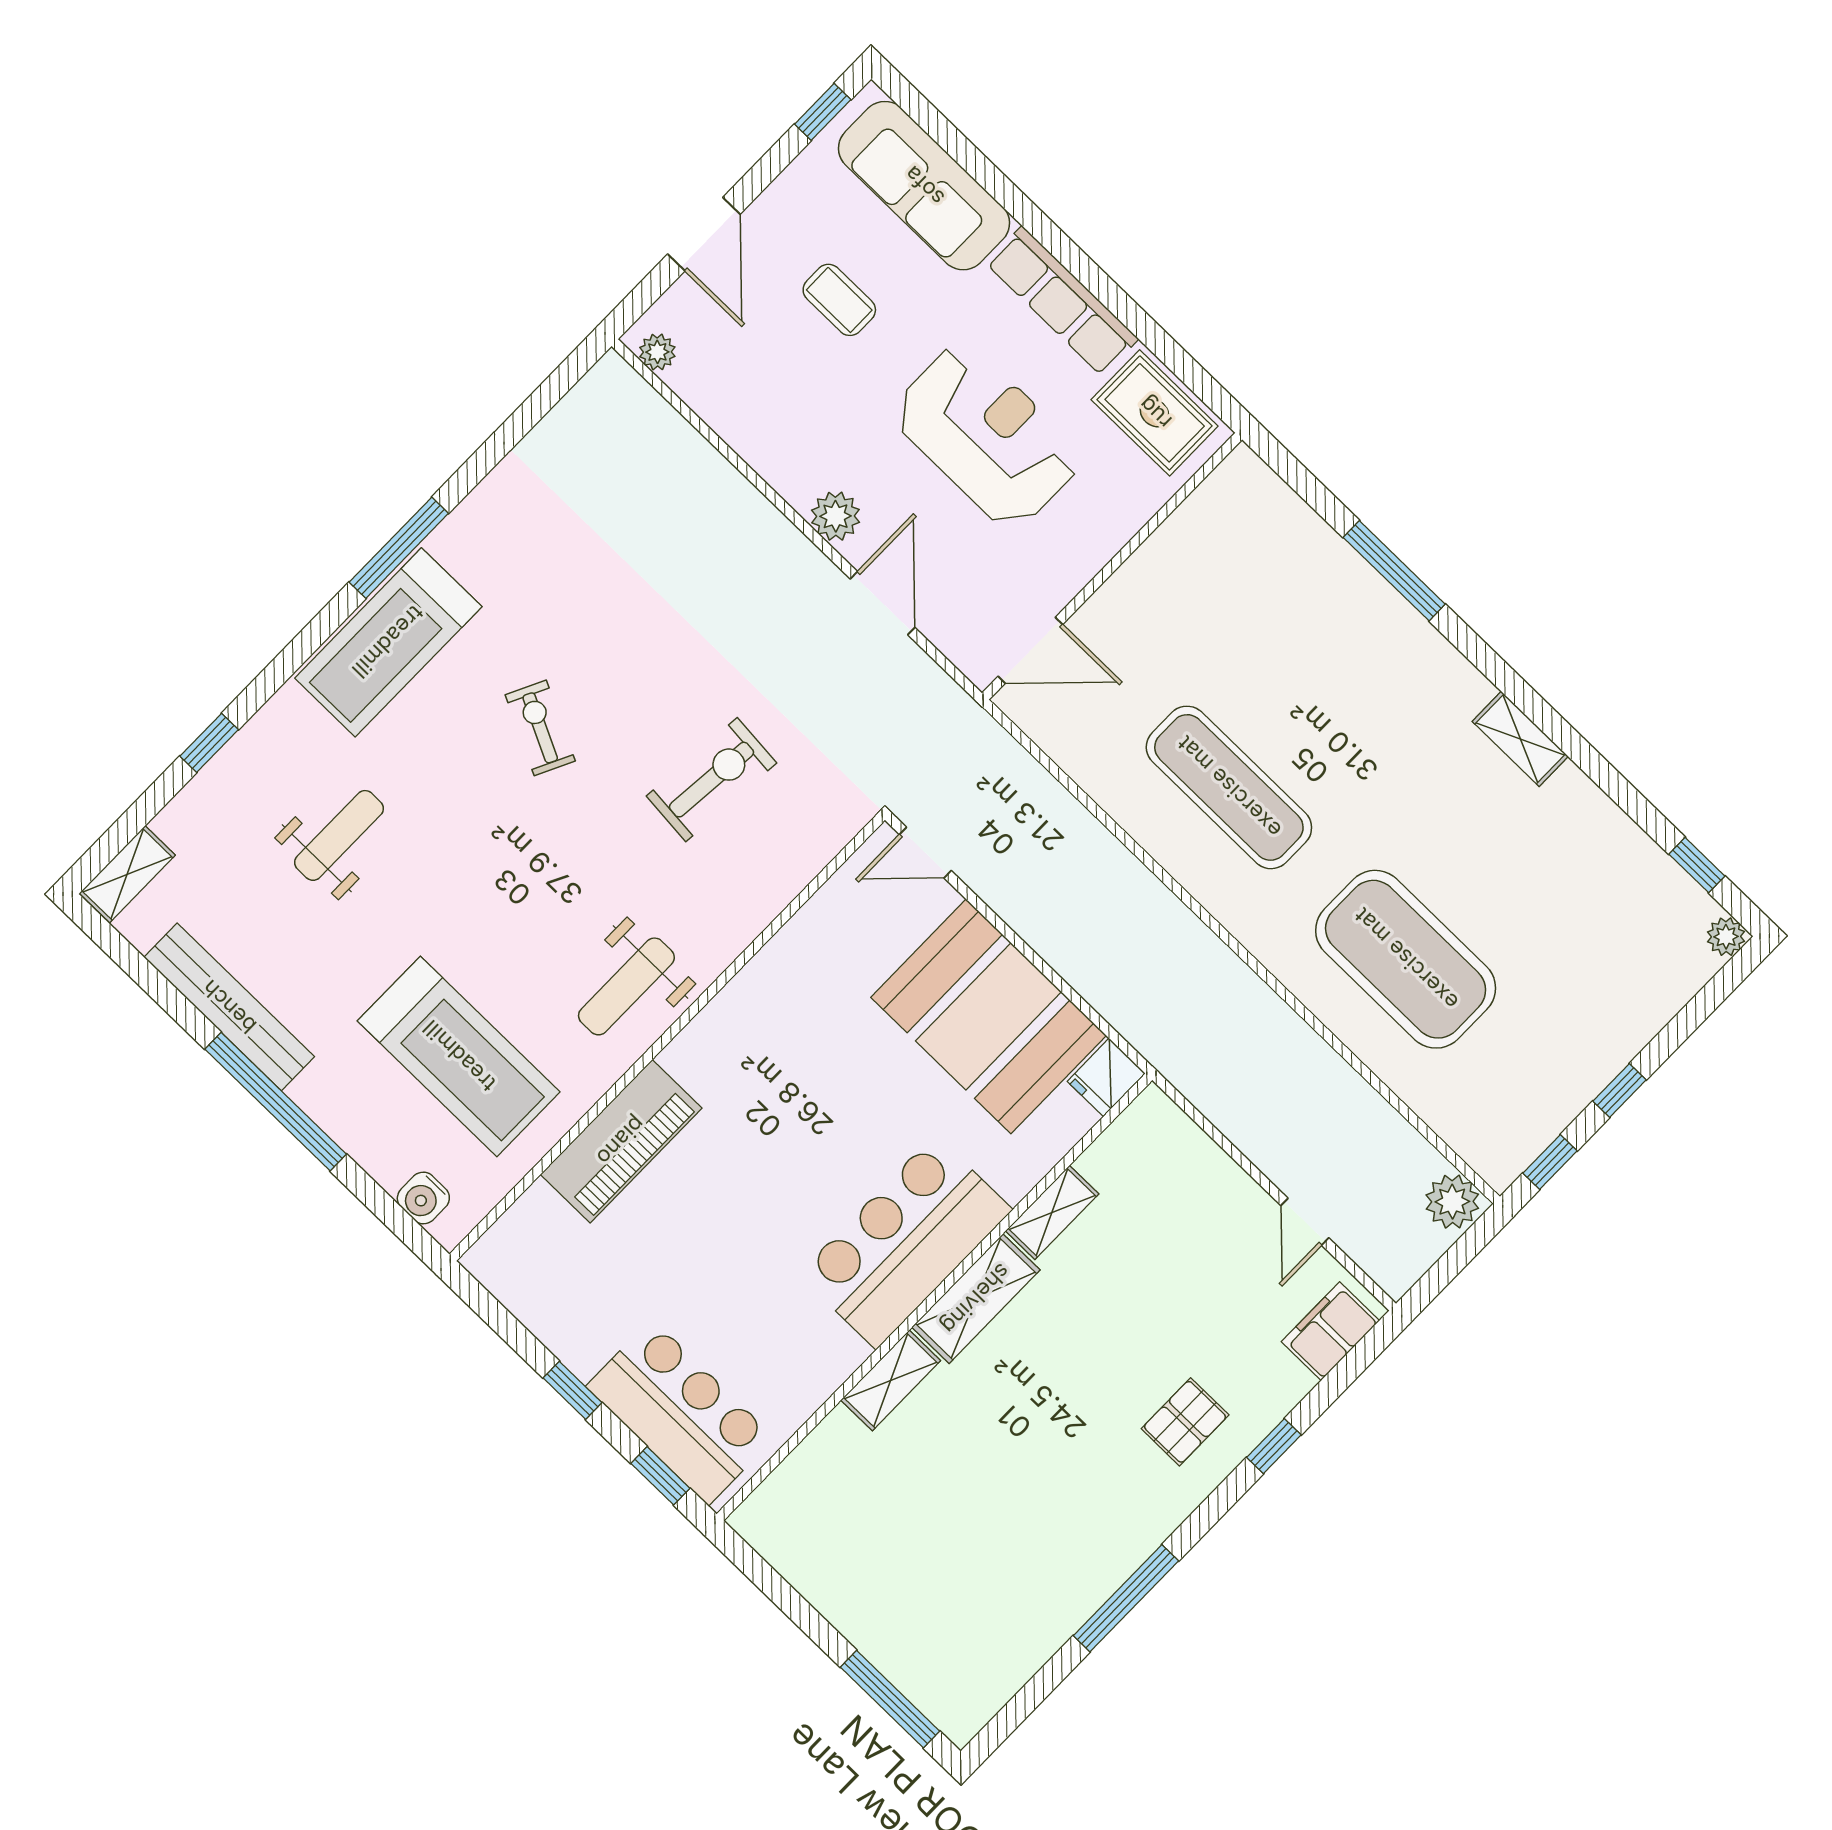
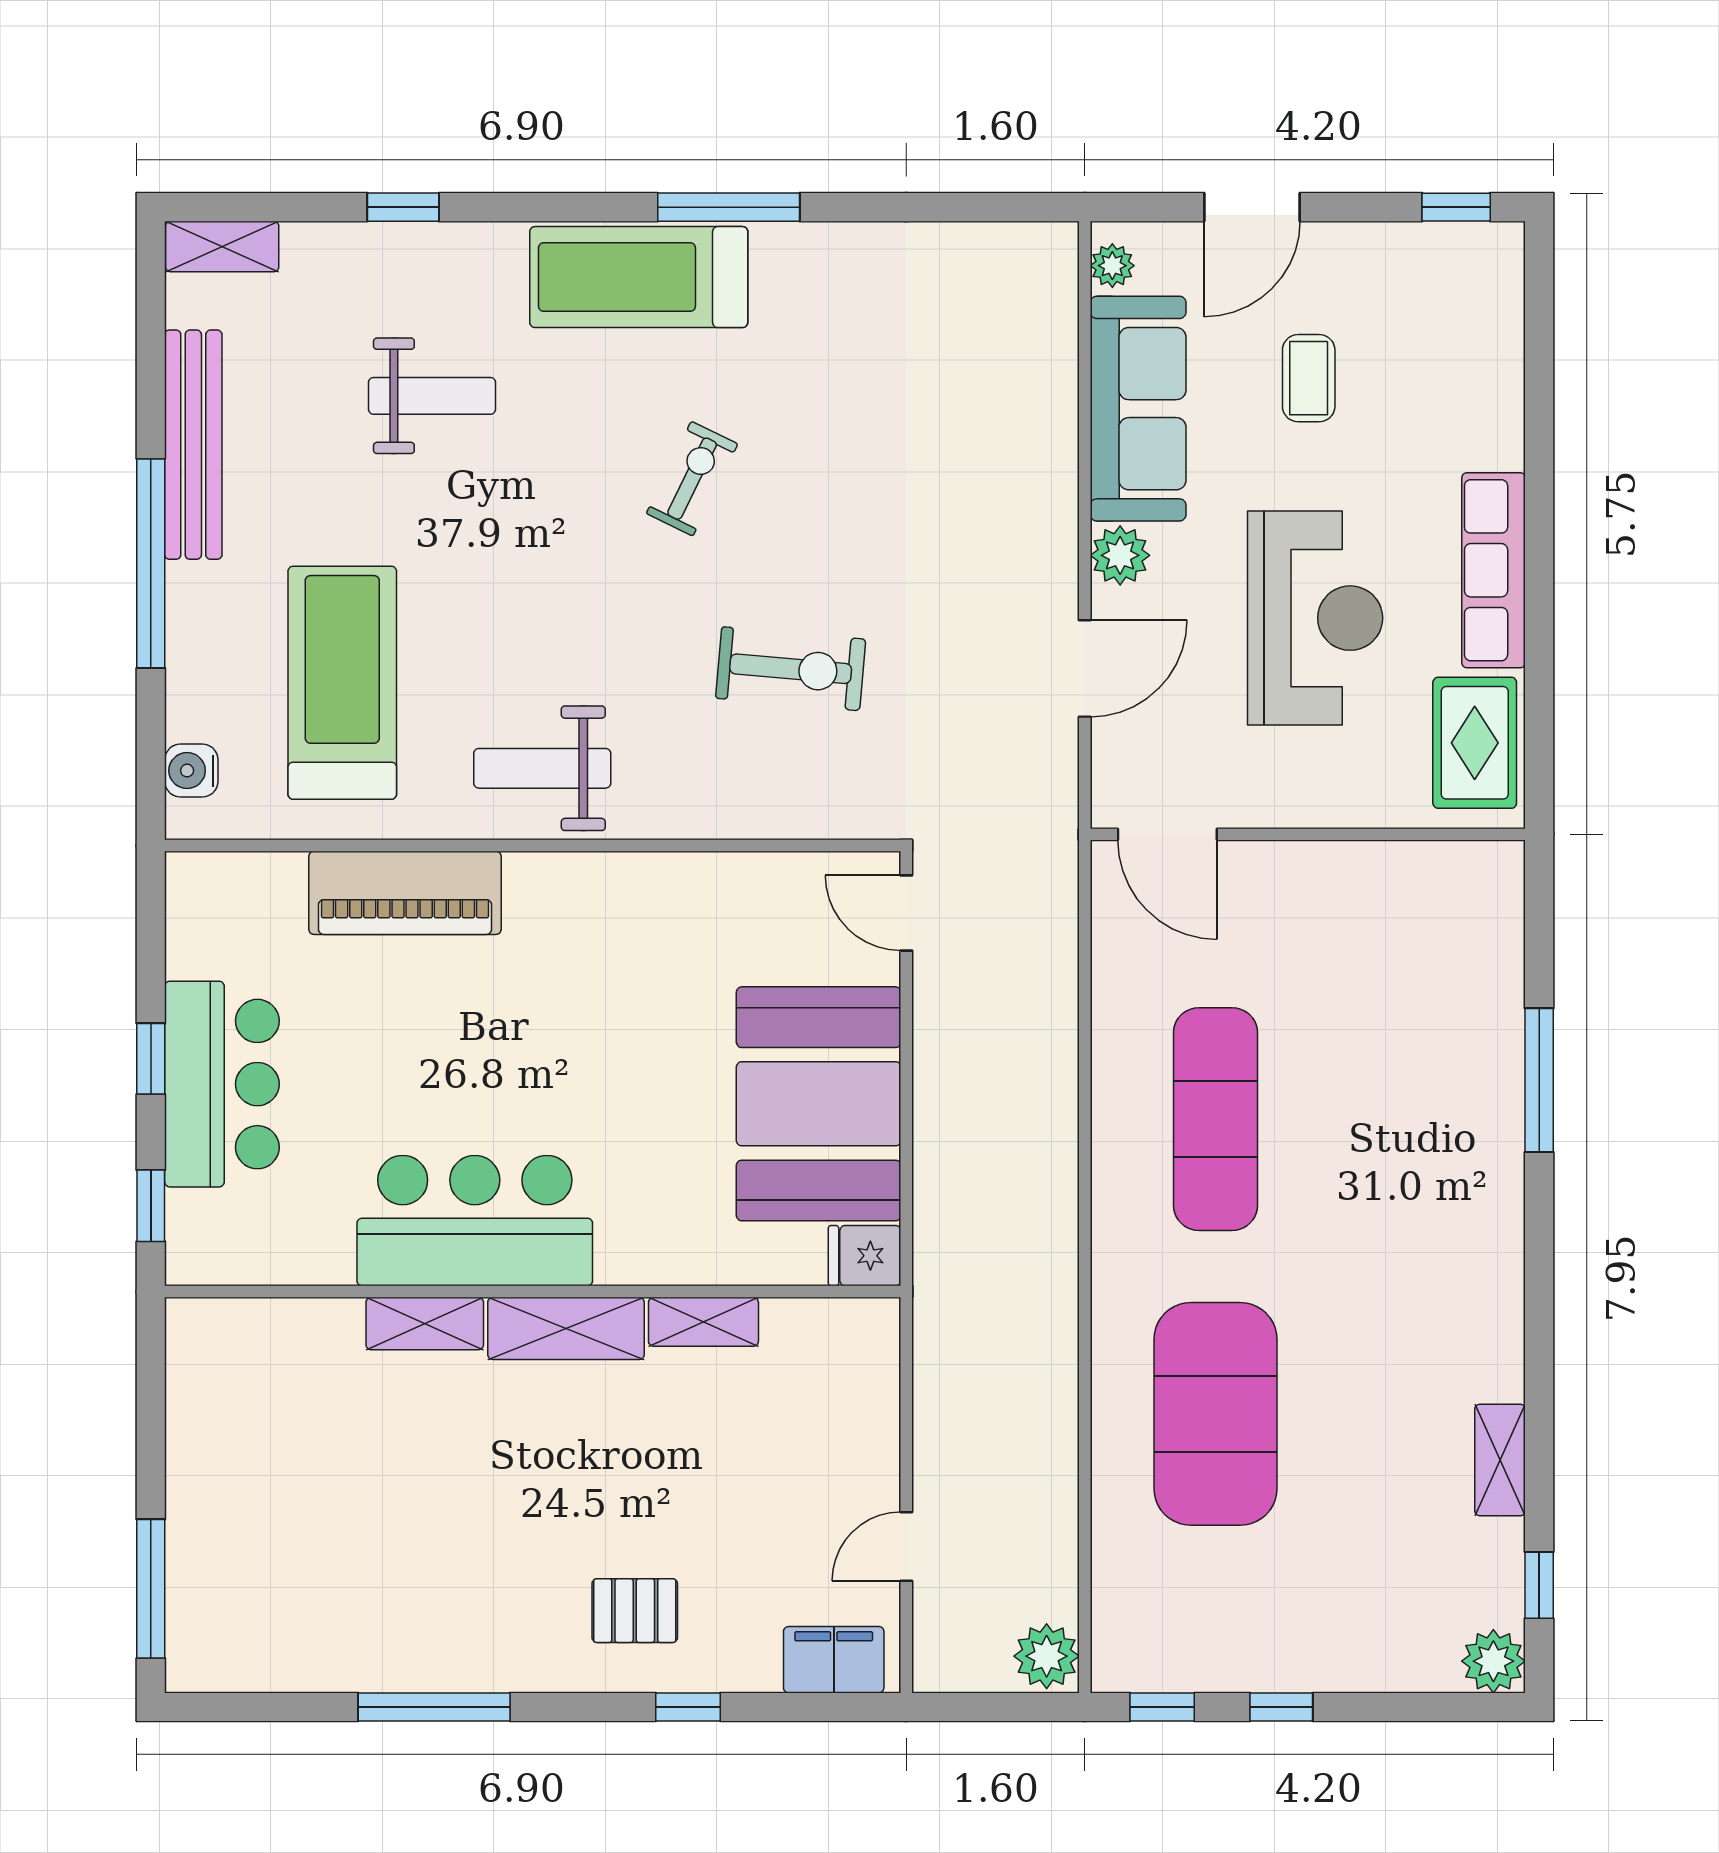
sofa: (924, 186) -> (1138, 409), moved, turned 180
shelving: (1520, 739) -> (1500, 1460), moved
plant: (1726, 937) -> (1493, 1661), width x1.38, depth x1.38
treadmill: (459, 1056) -> (342, 683), turned 180
bar counter: (906, 1242) -> (475, 1221), moved
bar counter: (680, 1412) -> (222, 1084), moved

